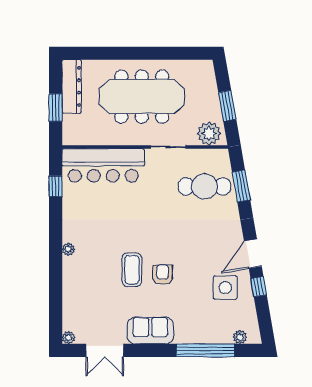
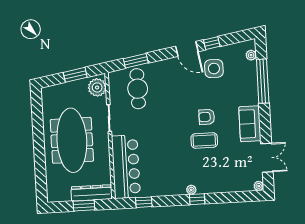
dresser: (72, 86) -> (92, 193), moved
window: (56, 256) -> (197, 199), added

